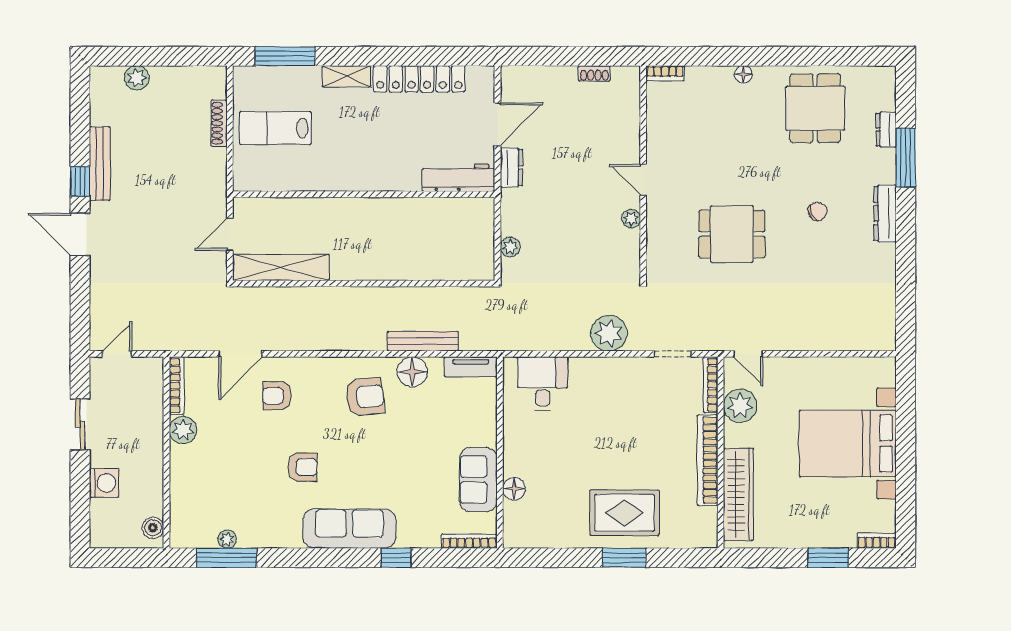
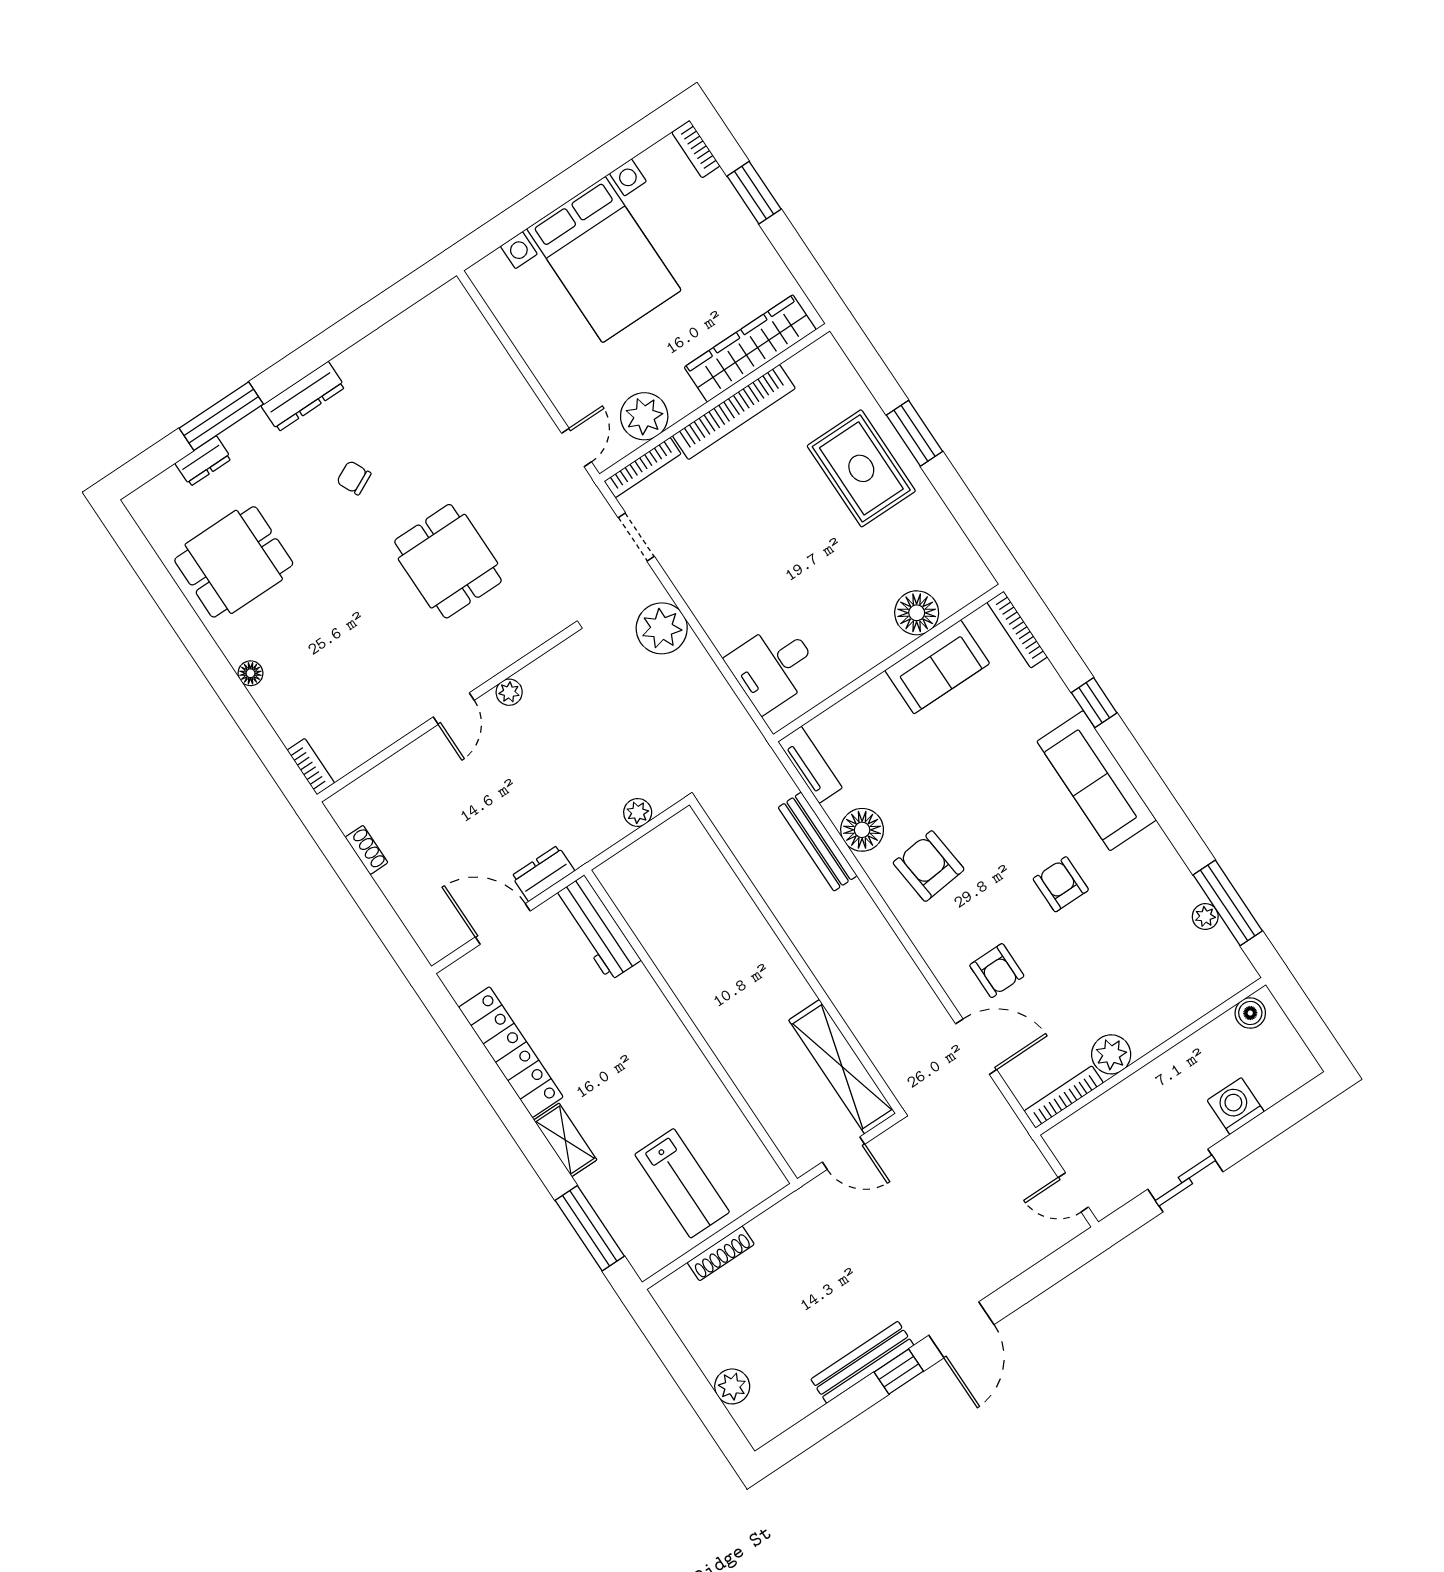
floor lamp: (514, 489) -> (917, 613), width x1.38, depth x1.38

